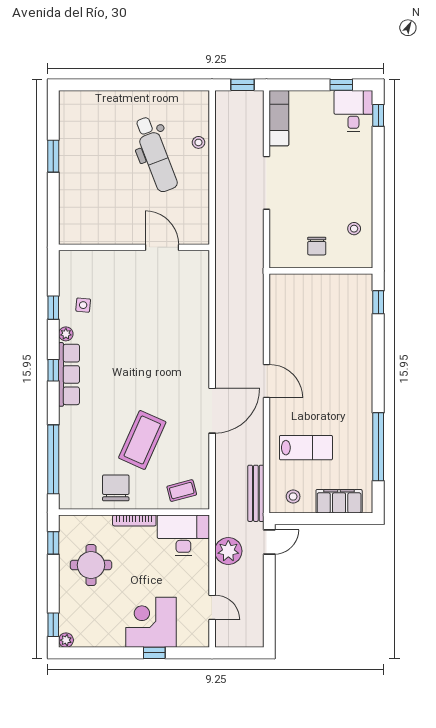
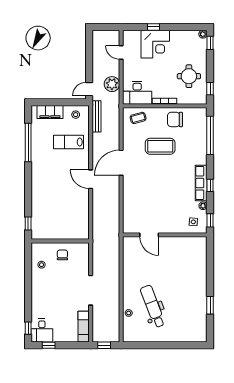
wall: (134, 247) -> (165, 235), moved
door: (162, 247) -> (149, 235), moved
coffee table: (142, 440) -> (160, 146), turned 66
chair: (116, 488) -> (175, 119), turned 90

